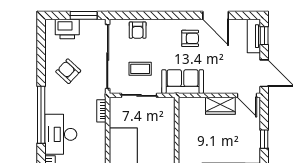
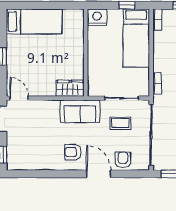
door: (216, 15) -> (99, 174), moved
tv unit: (254, 36) -> (13, 154), removed
wardrobe: (220, 106) -> (70, 88), moved

